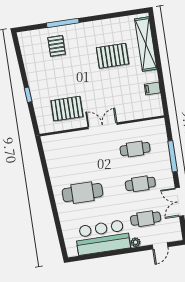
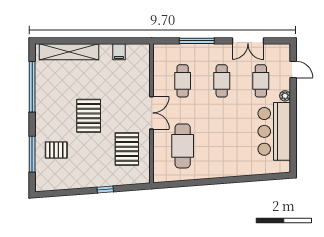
window: (110, 16) -> (32, 87), added
window: (63, 23) -> (32, 154), moved
pallet: (113, 56) -> (89, 116), moved
double door: (103, 126) -> (152, 113), swing flipped
cafe table: (82, 193) -> (183, 146), moved

